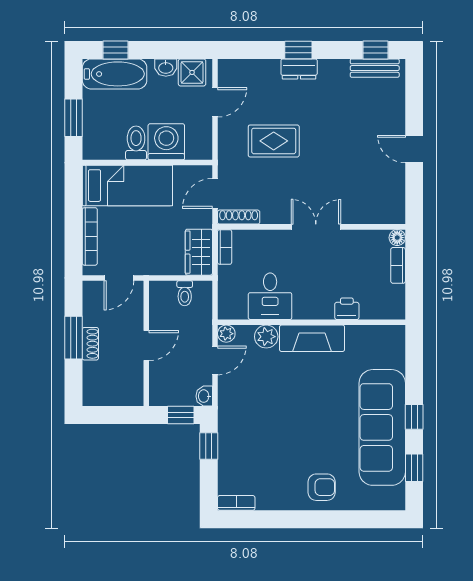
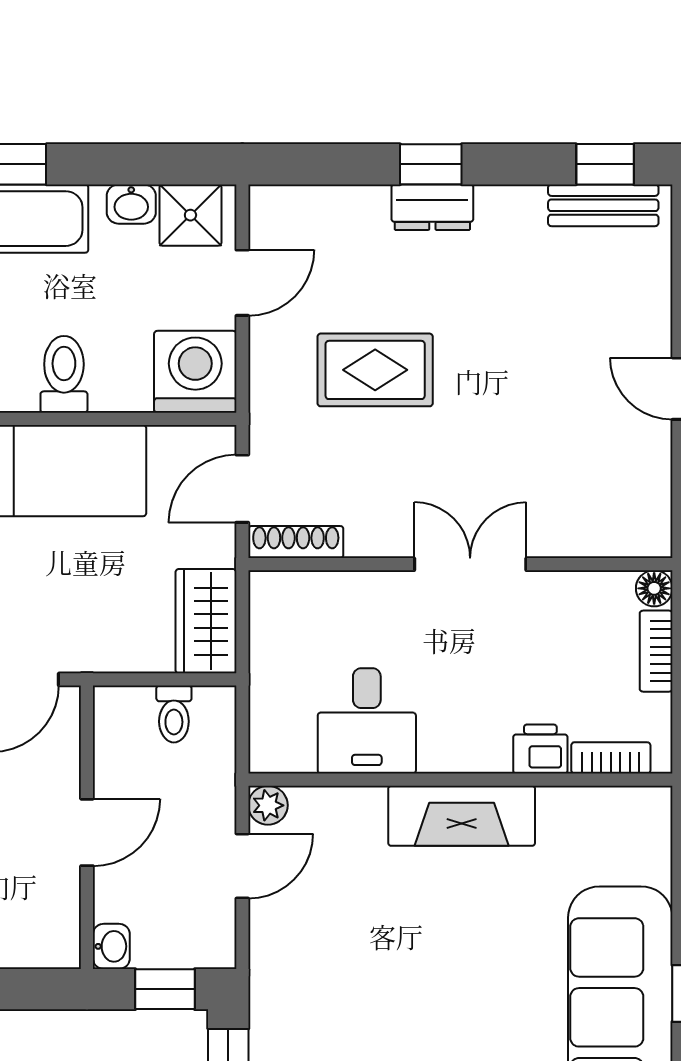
washing machine: (166, 142) -> (195, 372), moved
bookcase: (225, 247) -> (611, 758), moved, turned -90
plant: (266, 337) -> (358, 812), removed
washbasin: (204, 396) -> (111, 946), moved, turned 180

